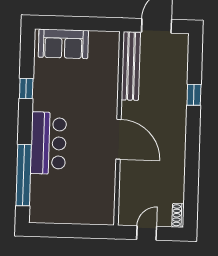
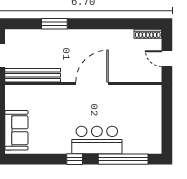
window: (26, 89) -> (75, 159), moved
window: (194, 95) -> (54, 24), width x1.50
shoe rack: (178, 215) -> (148, 34), width x1.43

